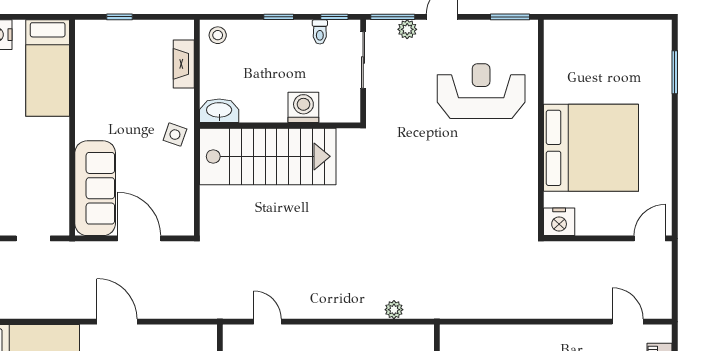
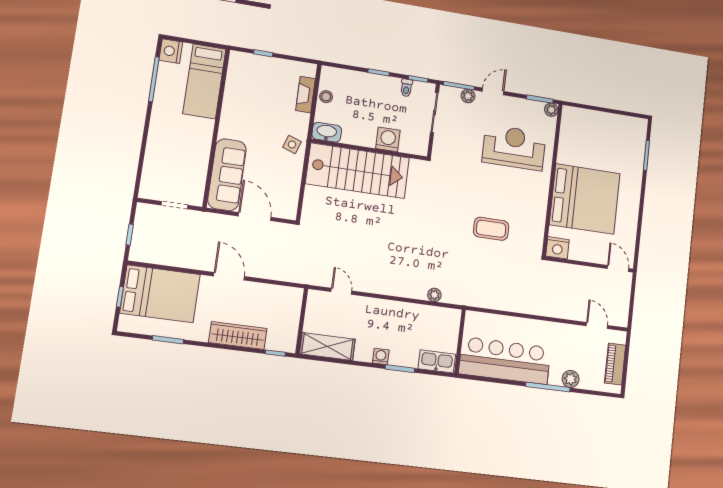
plant: (528, 29) -> (551, 110), added
stool: (218, 35) -> (326, 97), moved
coffee table: (462, 209) -> (491, 229), added
door: (650, 238) -> (618, 269), hinge flipped

